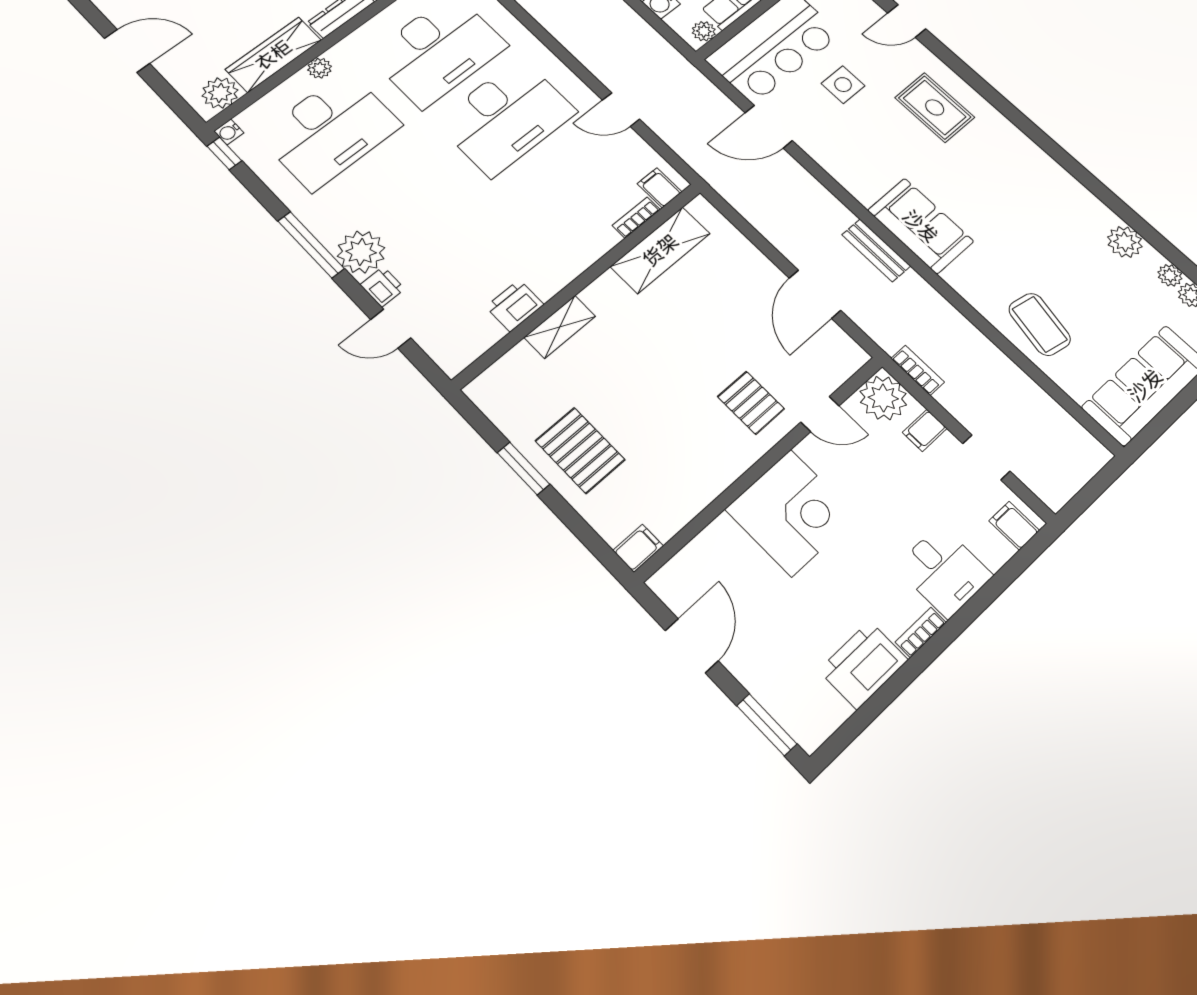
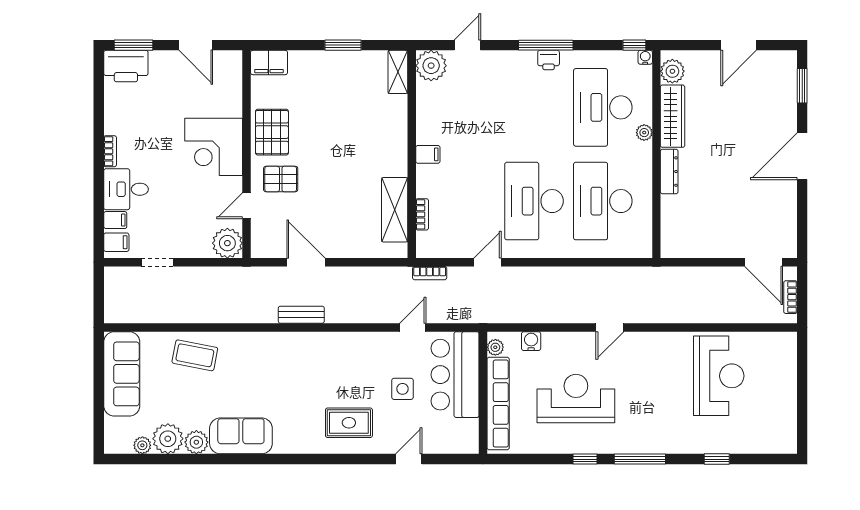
door: (769, 127) -> (413, 328), width x0.73
filing cabinet: (660, 188) -> (428, 154), moved
sofa: (921, 226) -> (241, 436), moved, turned 180
plant: (361, 252) -> (431, 66), moved
plant: (1170, 275) -> (168, 439), width x1.87, depth x1.87
printer: (382, 287) -> (549, 60), moved
printer: (515, 306) -> (428, 114), removed
shelving: (560, 327) -> (398, 72), moved
bookcase: (918, 370) -> (430, 273), moved
filing cabinet: (925, 430) -> (115, 220), moved, turned 90
pallet: (580, 450) -> (272, 132), moved, turned 90
filing cabinet: (638, 548) -> (269, 62), width x2.00
printer: (863, 665) -> (126, 66), moved, turned 90

